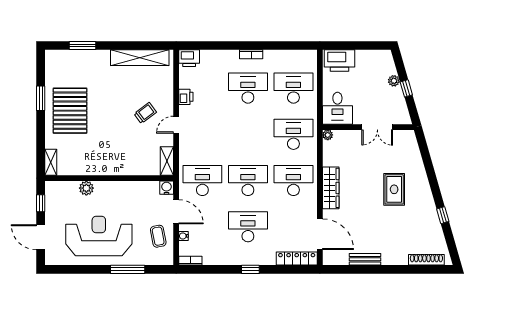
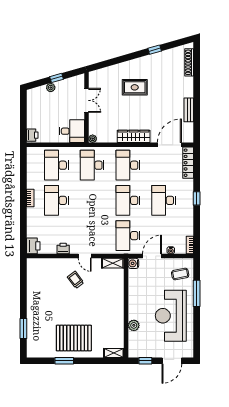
shelving: (140, 58) -> (33, 284), removed
printer: (339, 61) -> (32, 135), width x0.53, depth x0.68
coffee table: (158, 236) -> (180, 274), moved

